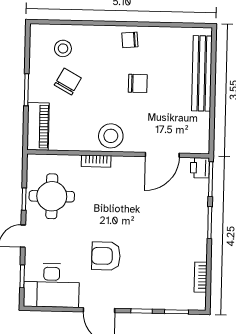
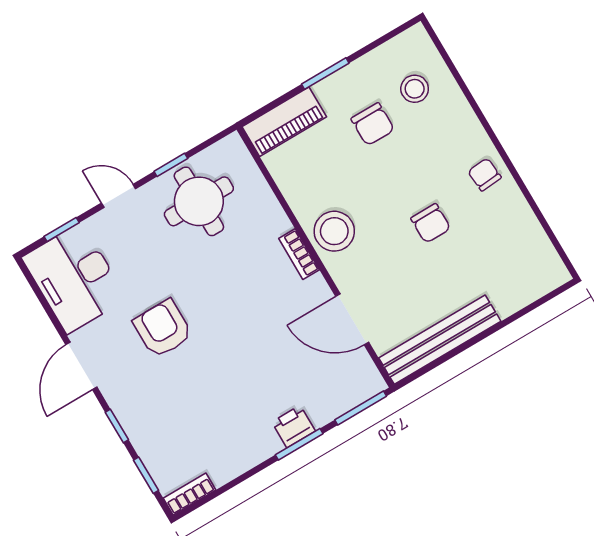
bench: (202, 73) -> (440, 340), moved
chair: (68, 81) -> (373, 124), turned 61
bookcase: (96, 161) -> (299, 254), moved
printer: (200, 168) -> (294, 426), moved
bookcase: (201, 277) -> (189, 494), moved

